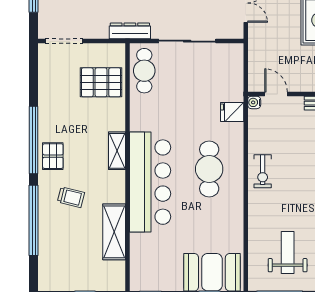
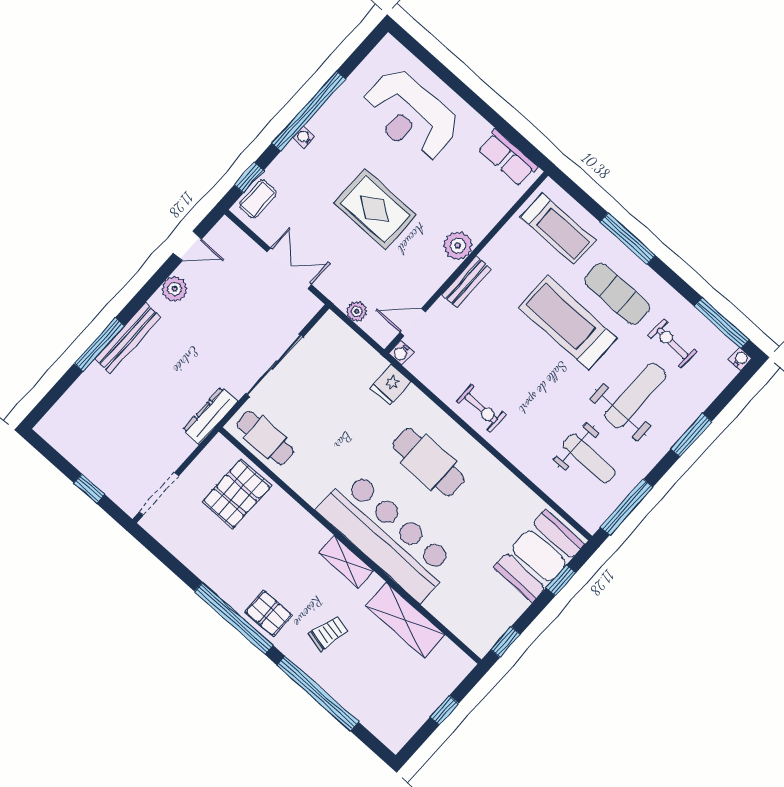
plant: (255, 59) -> (357, 311), added
shelving: (117, 151) -> (346, 562), moved
weight bench: (288, 252) -> (589, 458), turned 180

